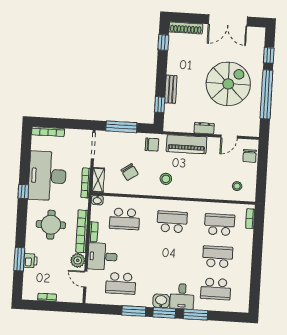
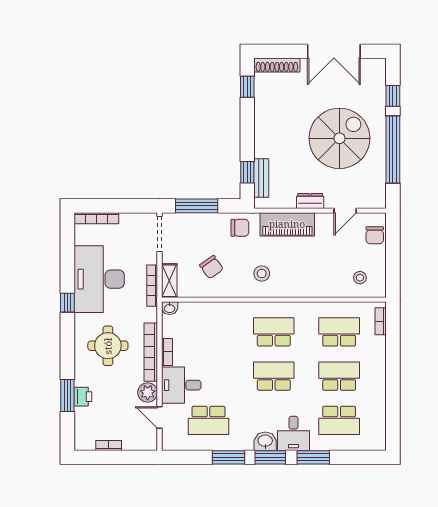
bench: (171, 89) -> (261, 178), moved
school desk: (125, 219) -> (274, 376), moved, turned 180

